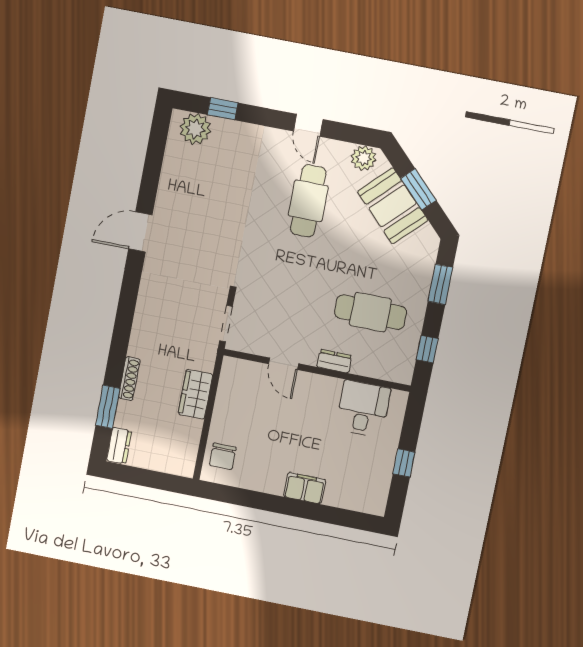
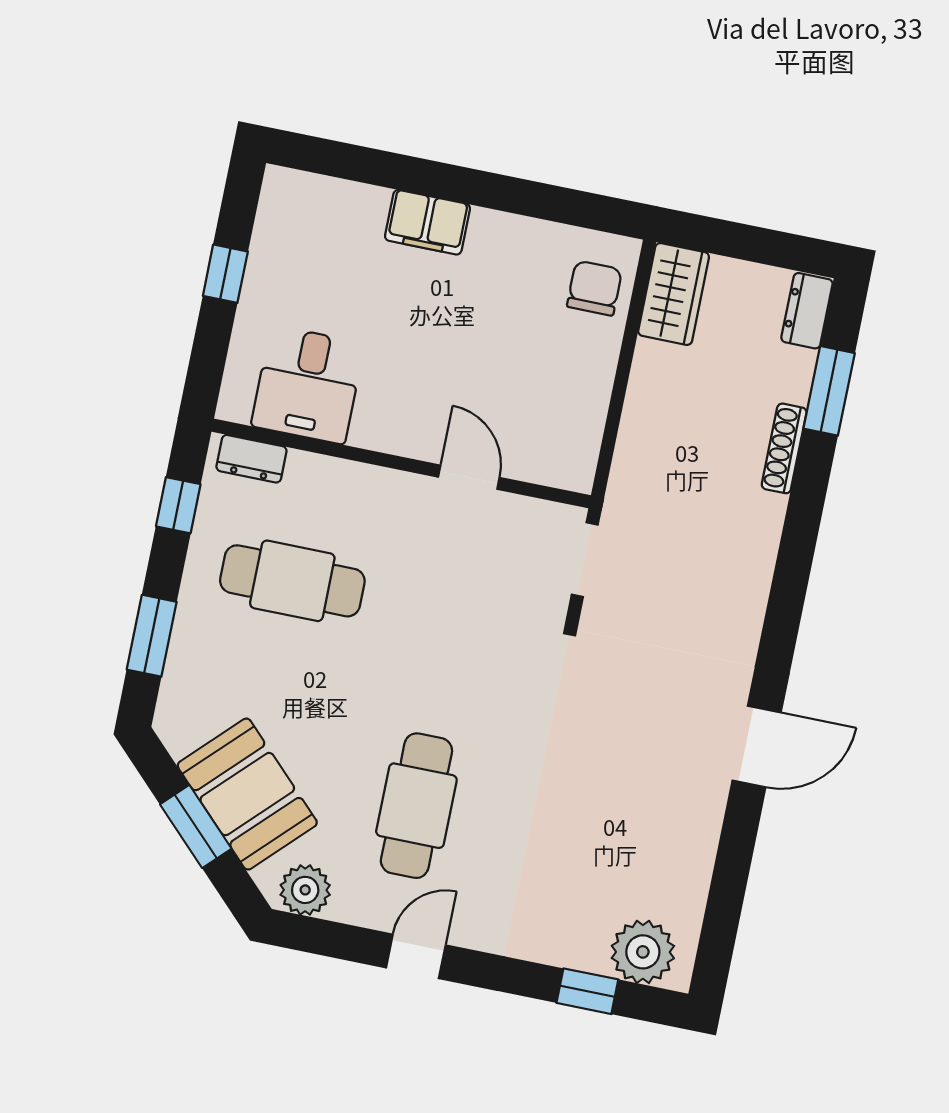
door: (308, 125) -> (416, 956), hinge flipped
dresser: (334, 361) -> (251, 459), moved
wardrobe: (195, 394) -> (674, 294), moved

